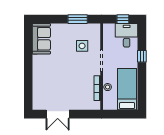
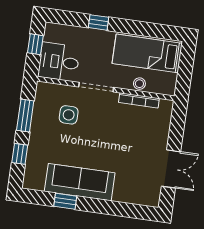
window: (54, 19) -> (20, 154), added
desk: (127, 35) -> (59, 62), moved
sofa: (41, 39) -> (80, 182), moved, width x1.36
window: (28, 51) -> (65, 201), added

